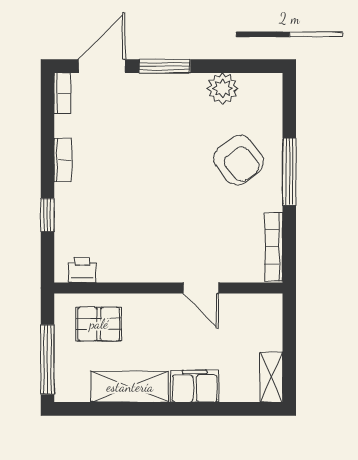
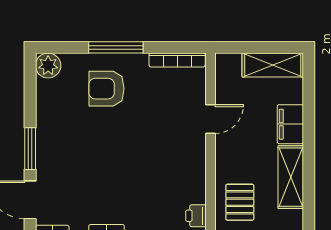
plant: (223, 88) -> (48, 66), moved
armchair: (238, 160) -> (106, 89), turned -141
shelving: (271, 377) -> (273, 65), width x1.50, depth x1.33

